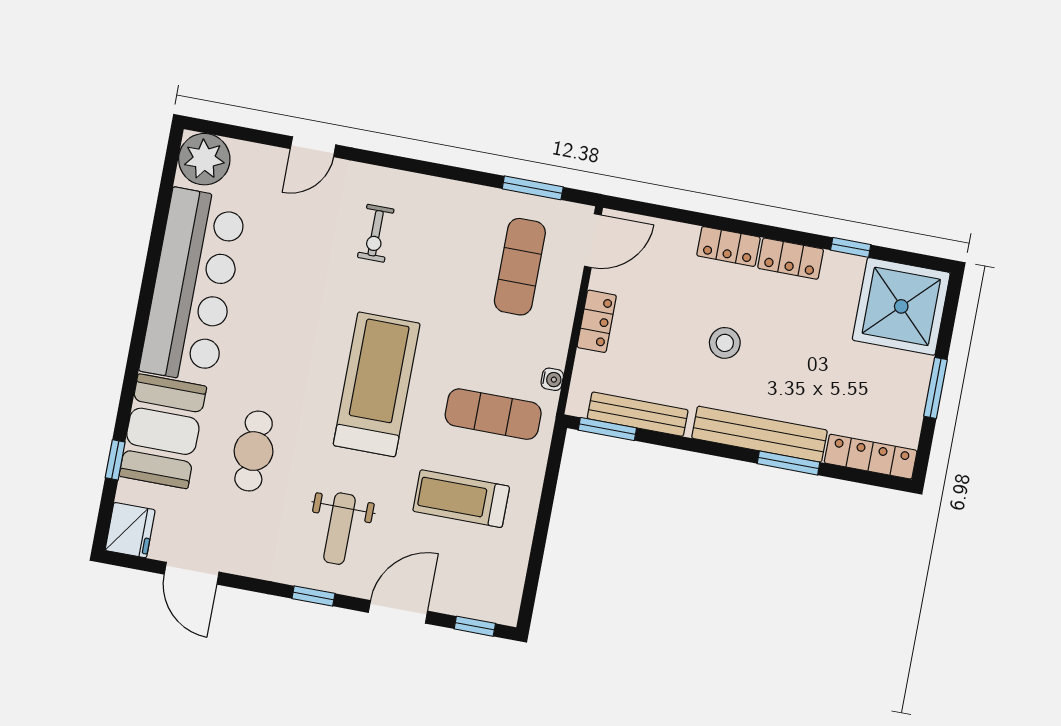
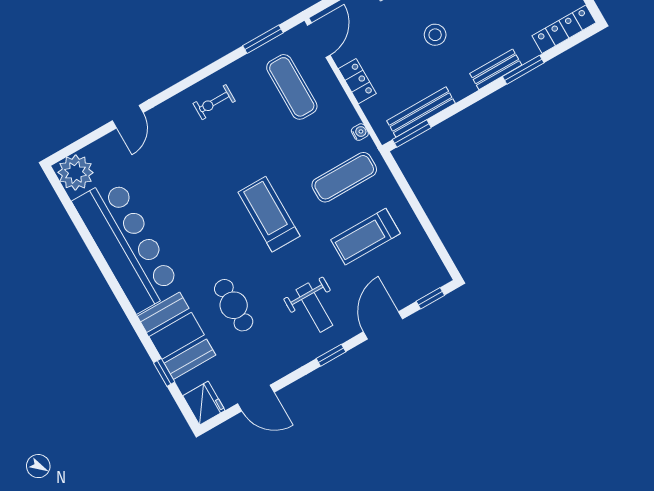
exercise bike: (376, 233) -> (214, 102), moved, turned 90
treadmill: (377, 384) -> (269, 214), width x0.73, depth x0.73
bench: (759, 434) -> (496, 69), width x0.54, depth x0.82

